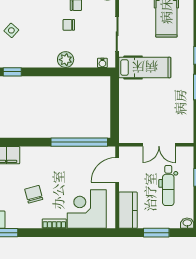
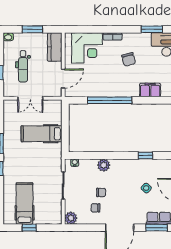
hospital bed: (145, 67) -> (42, 134), moved
window: (79, 142) -> (110, 100), moved
double door: (159, 145) -> (30, 98), swing flipped
dental chair: (168, 185) -> (23, 66), turned 180

